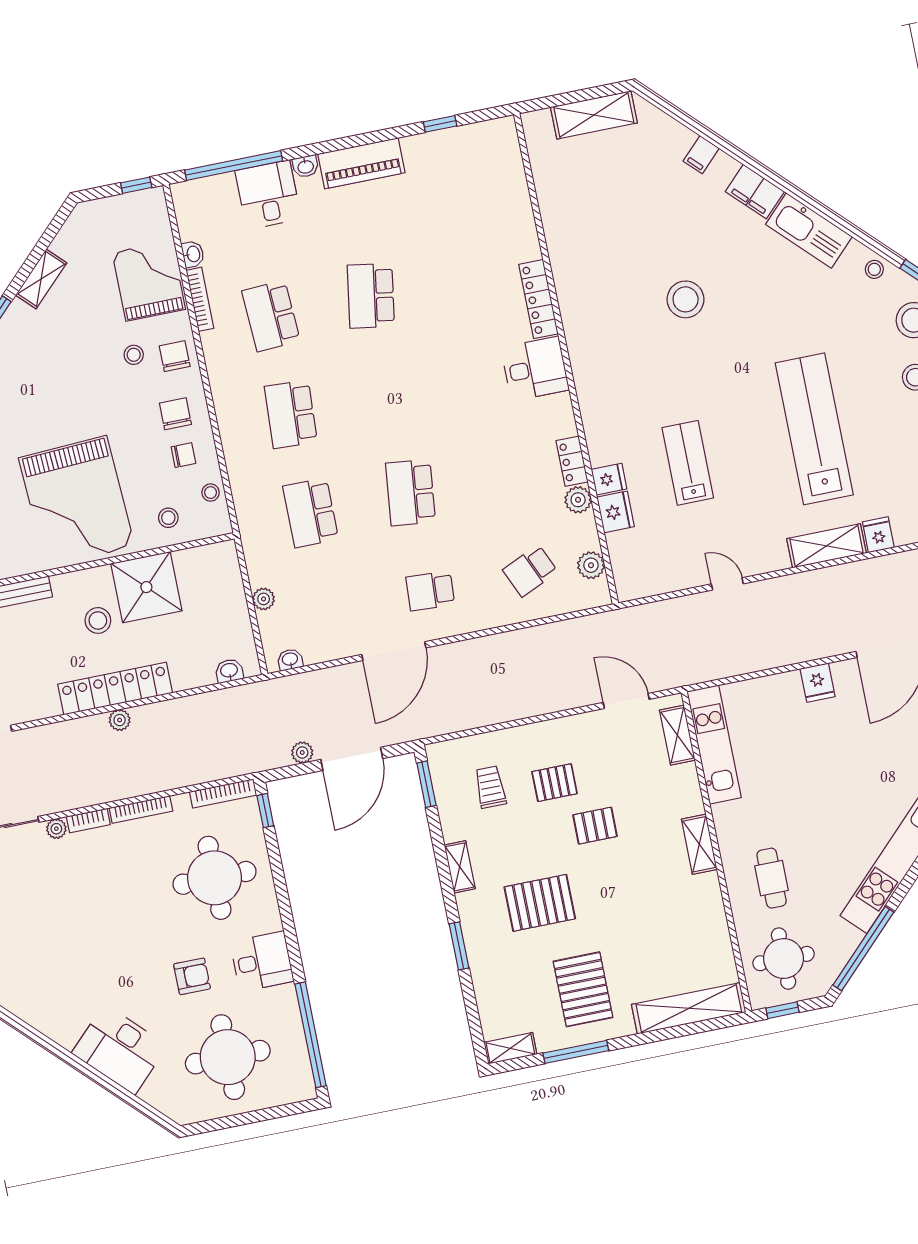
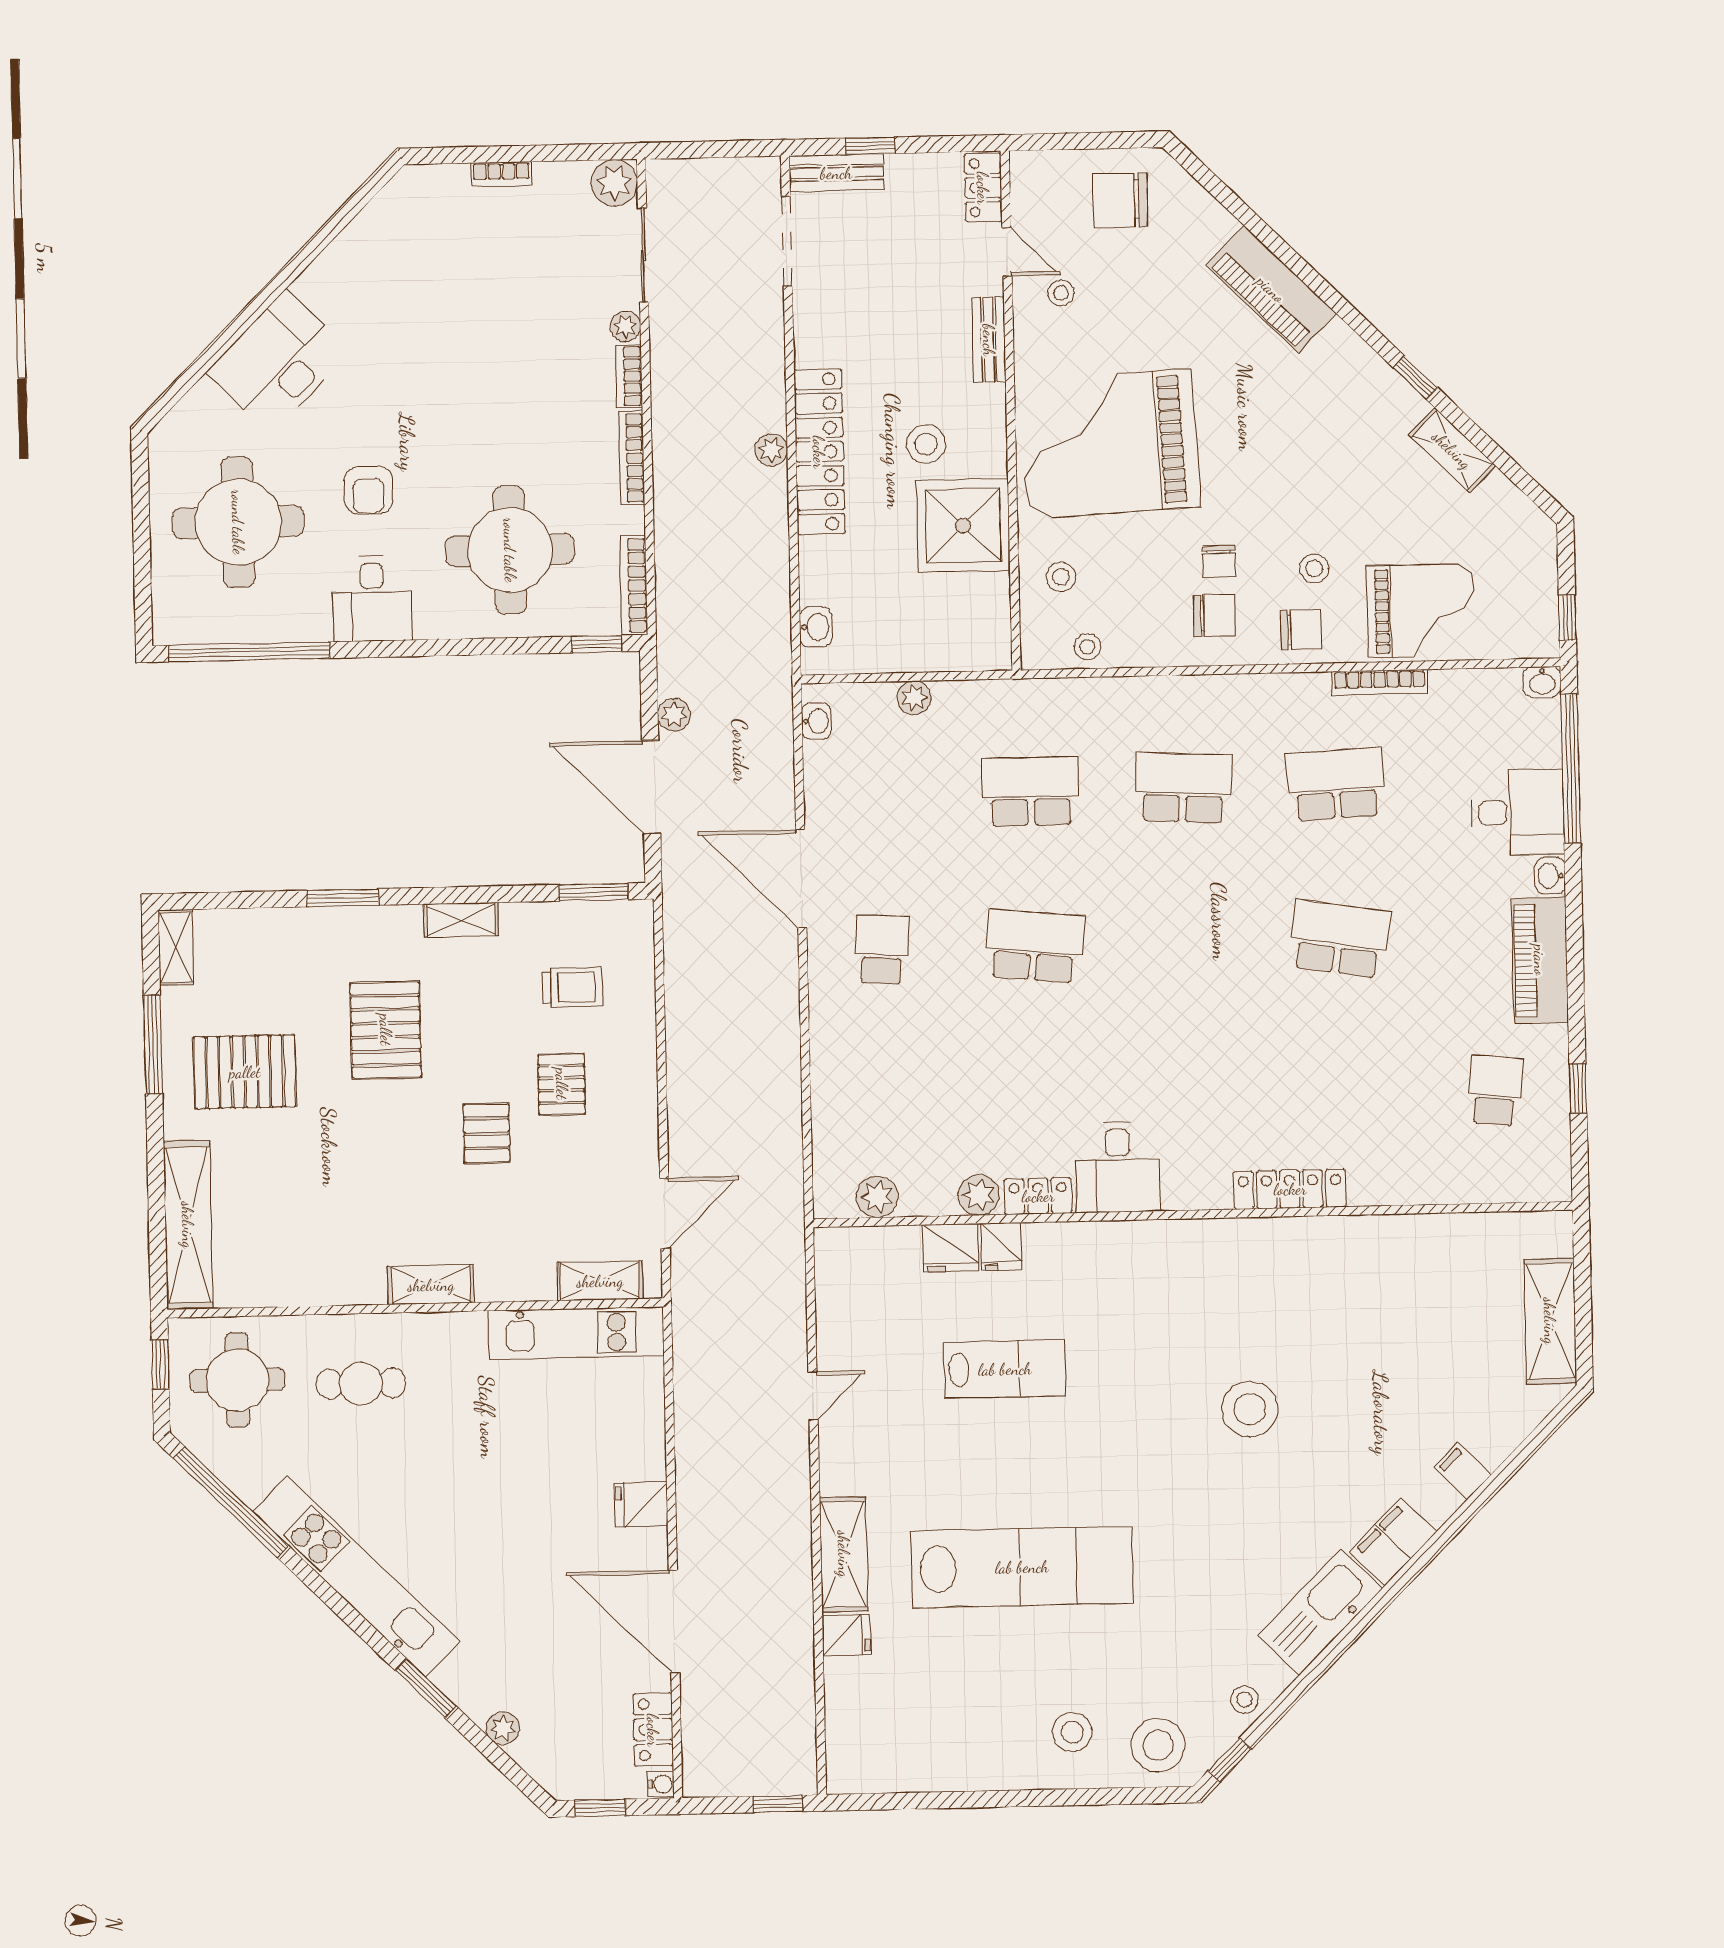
washbasin: (193, 254) -> (1542, 682), moved
desk: (535, 369) -> (1118, 1167), moved
chair: (183, 455) -> (1219, 561), moved
school desk: (530, 571) -> (1495, 1091), moved, turned 30

